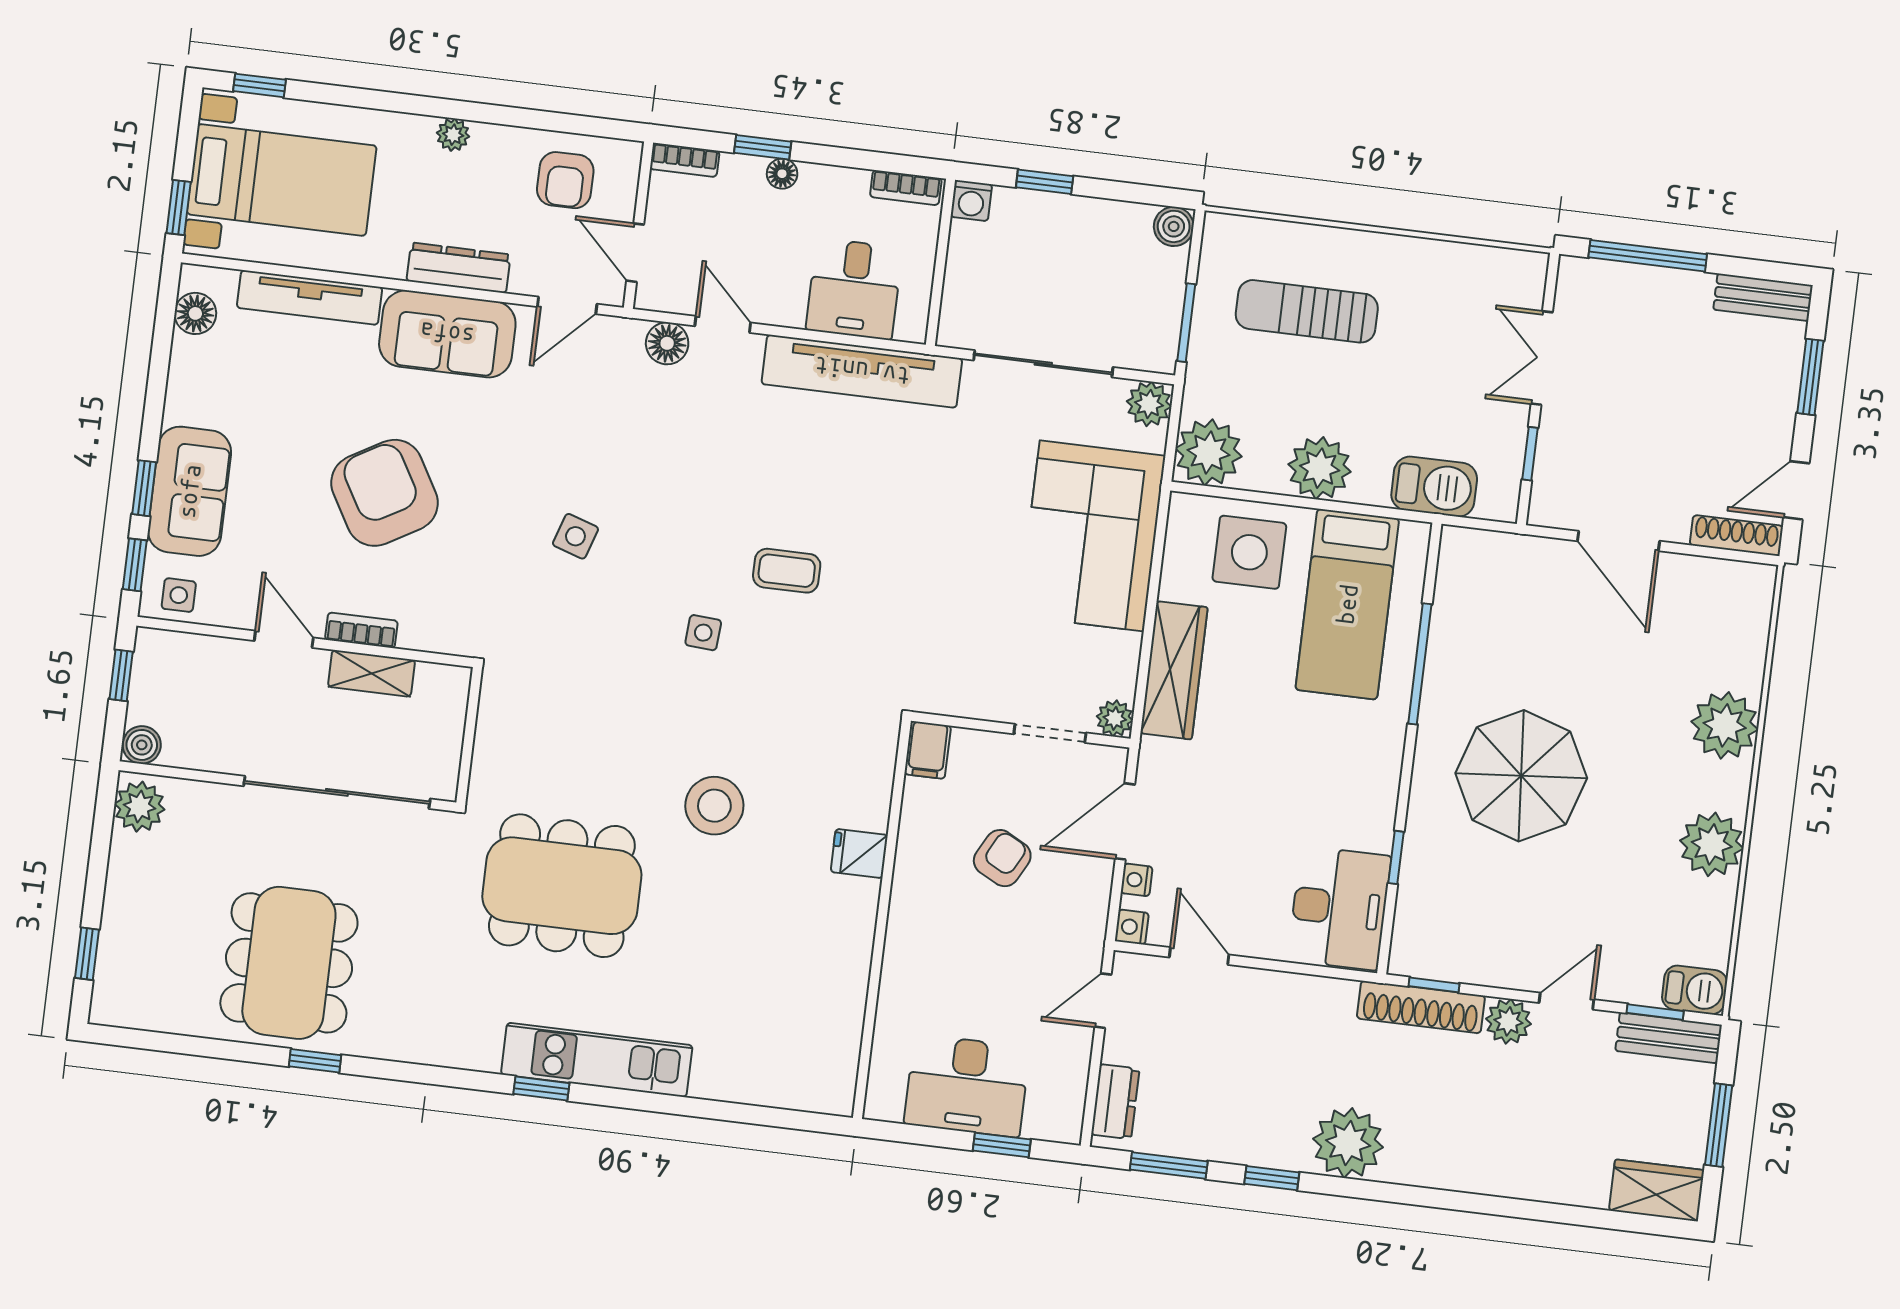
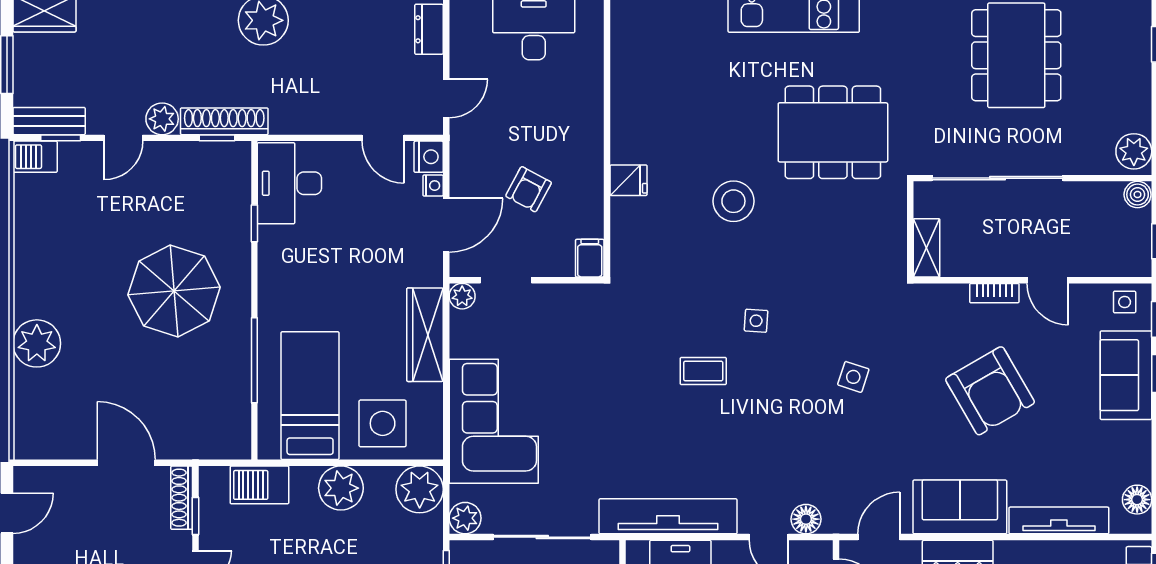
shoe rack: (1736, 536) -> (182, 498), moved, turned 90
shelving: (371, 673) -> (927, 248), moved, turned 90
plant: (1712, 844) -> (36, 259), removed
nightstand: (1132, 927) -> (429, 157), width x1.39, depth x1.35

